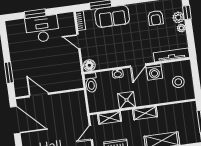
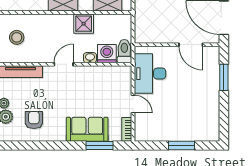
desk: (42, 29) -> (150, 74), moved, turned 90
floor lamp: (89, 65) -> (123, 73), removed
washing machine: (154, 72) -> (107, 54), moved

